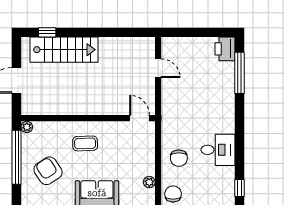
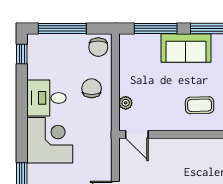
corner desk: (215, 113) -> (50, 140), added
plant: (149, 182) -> (126, 103), moved

